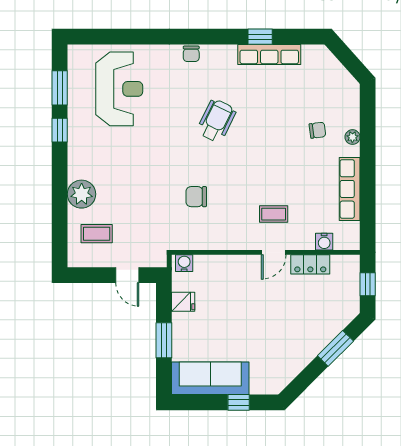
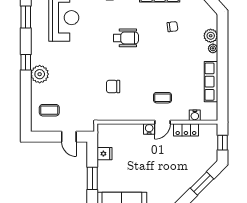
plant: (349, 117) -> (211, 36), added
wheelchair: (216, 121) -> (126, 38), turned 64
window: (60, 130) -> (26, 62), moved
chair: (317, 130) -> (172, 27), moved
plant: (82, 194) -> (40, 74), moved
water cooler: (184, 263) -> (149, 129), moved

